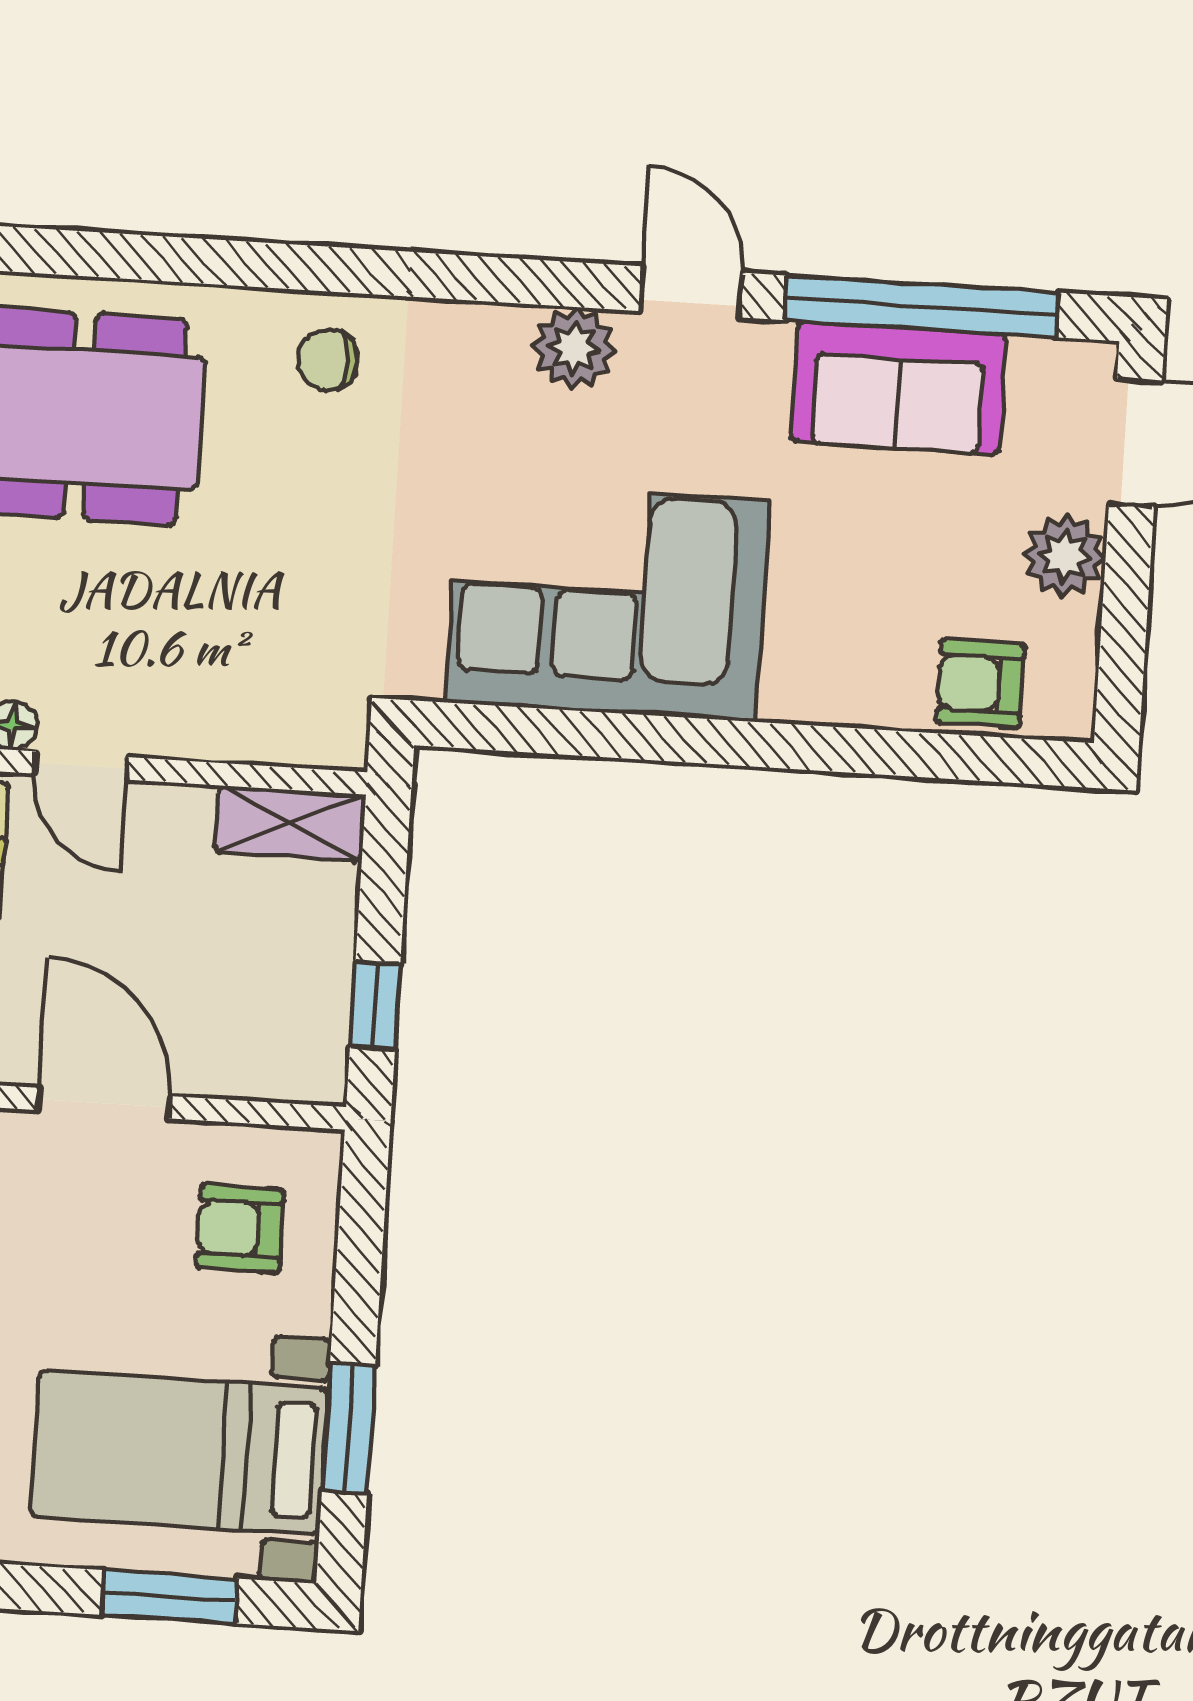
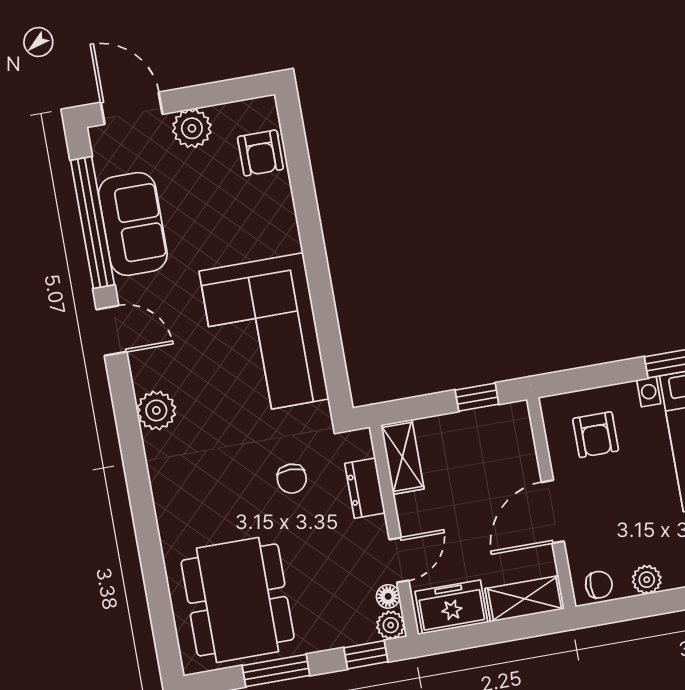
door: (691, 292) -> (112, 331), swing flipped
plant: (574, 348) -> (156, 410), moved
chair: (328, 360) -> (292, 479), moved
dresser: (245, 731) -> (365, 488), added

